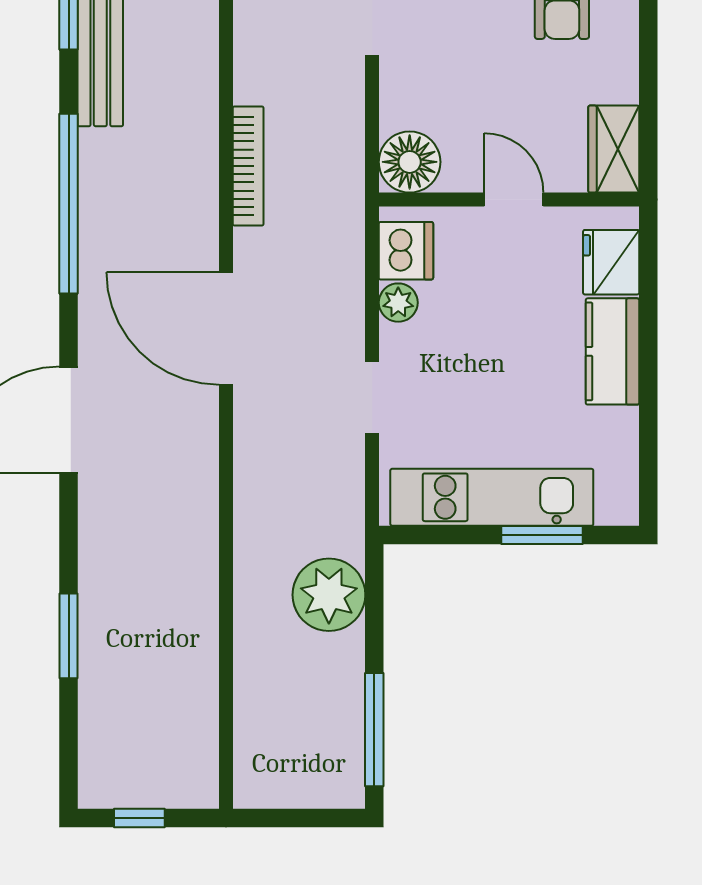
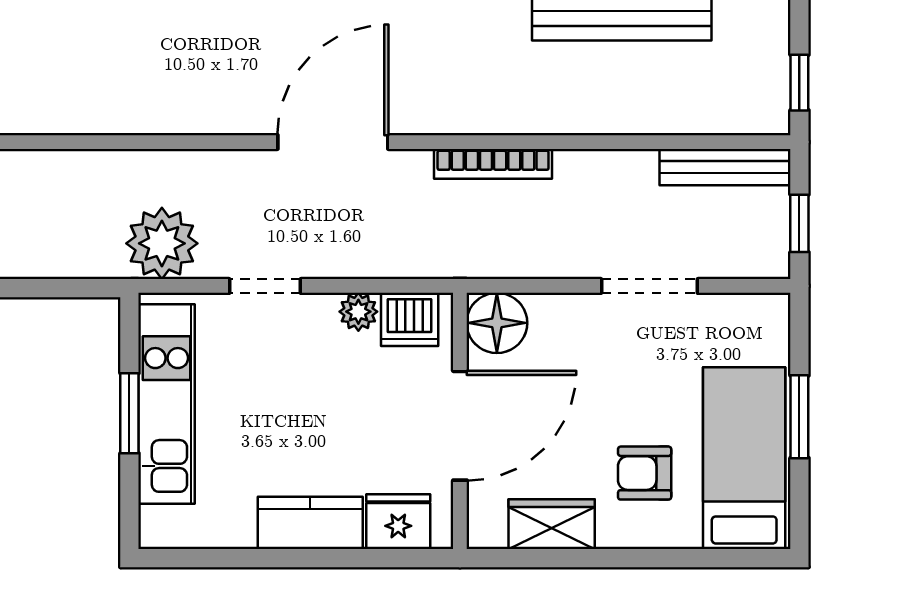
wardrobe: (614, 149) -> (552, 524), moved
door: (514, 200) -> (460, 426), width x1.88
window: (542, 535) -> (129, 413), moved
plant: (329, 595) -> (162, 243), moved

